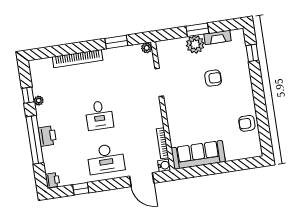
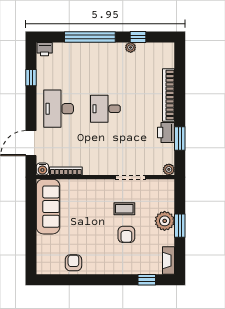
fireplace: (218, 37) -> (169, 261), moved
coffee table: (189, 84) -> (124, 209), added
printer: (47, 136) -> (166, 133), moved, turned 90

